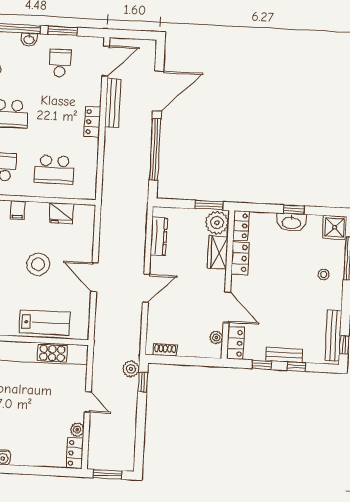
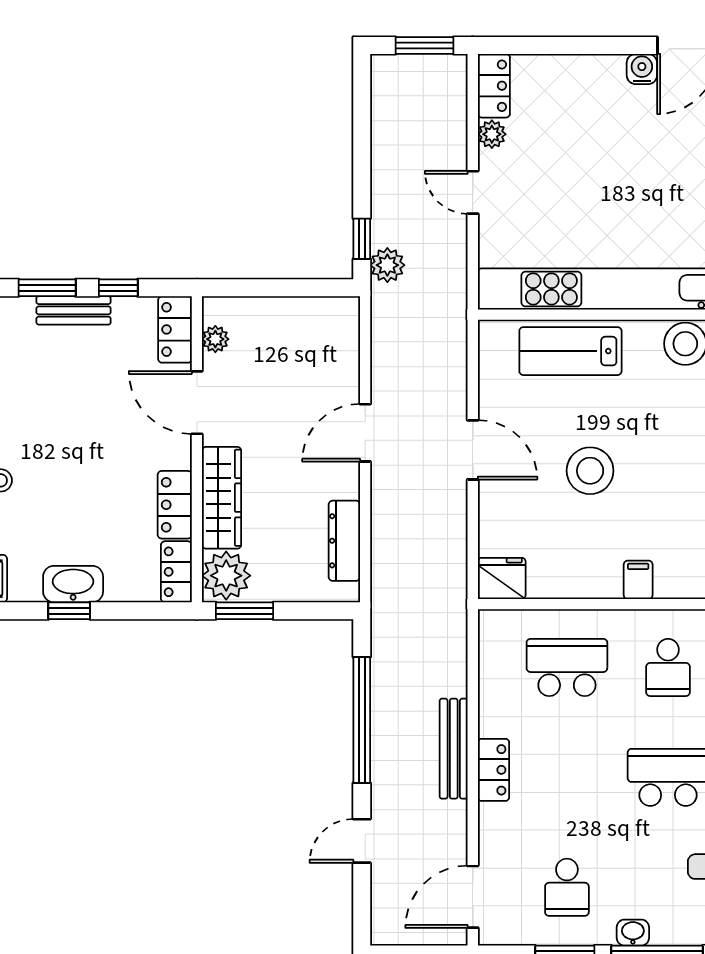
door: (158, 91) -> (362, 841), width x0.53
bench: (113, 103) -> (454, 749), moved
fridge: (61, 213) -> (502, 578), moved
wardrobe: (218, 252) -> (222, 498), width x1.50
shoe rack: (165, 350) -> (319, 308), removed
window: (296, 367) -> (47, 288), width x1.50

